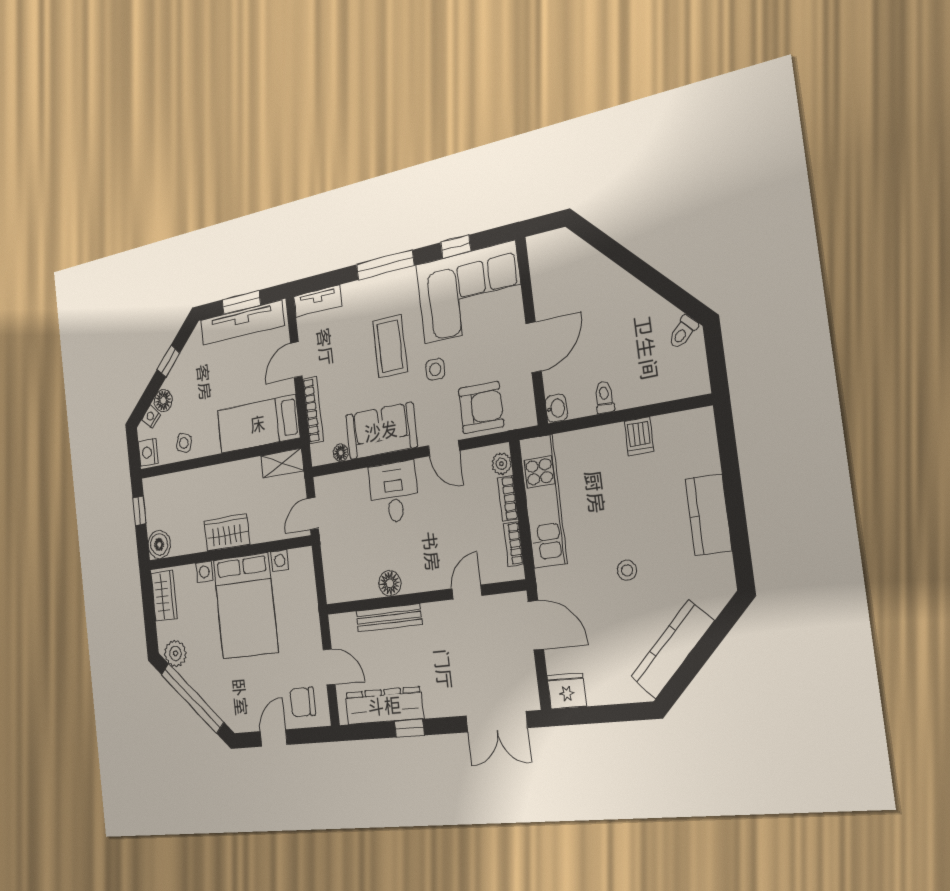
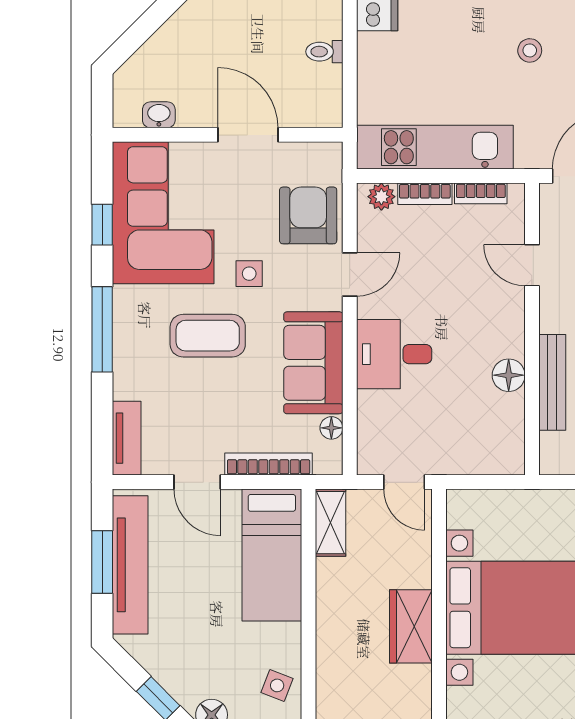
washbasin: (556, 408) -> (159, 115), moved

